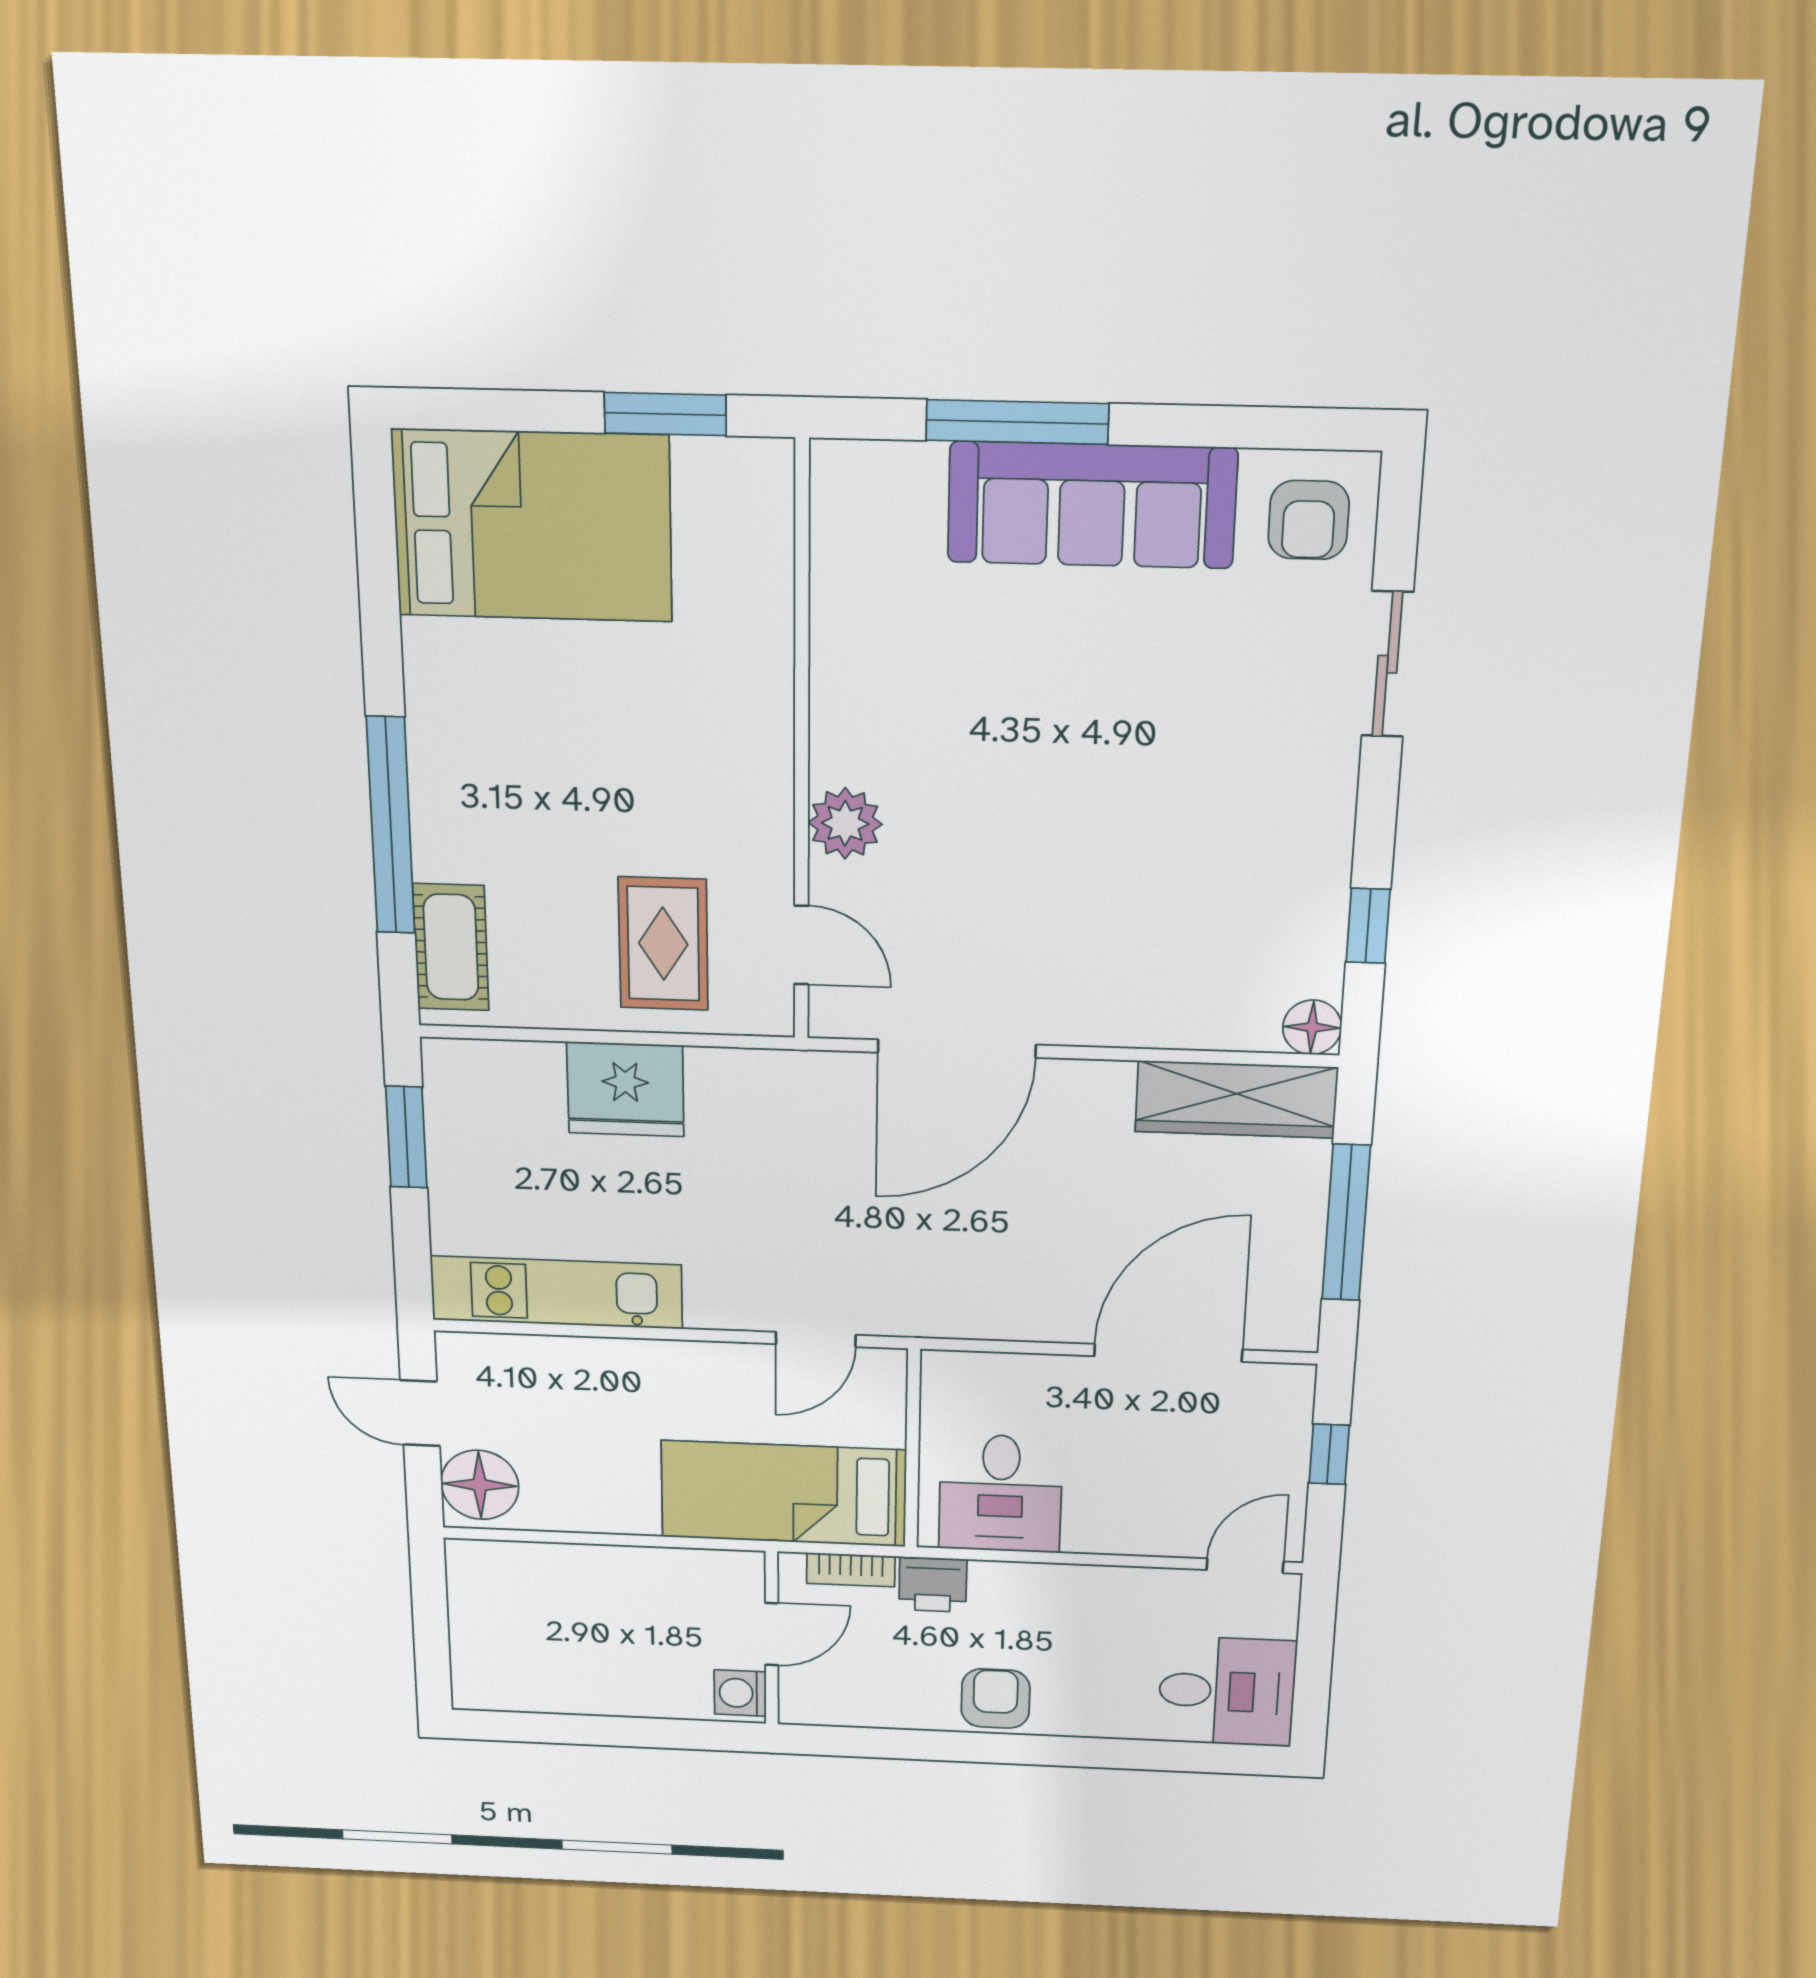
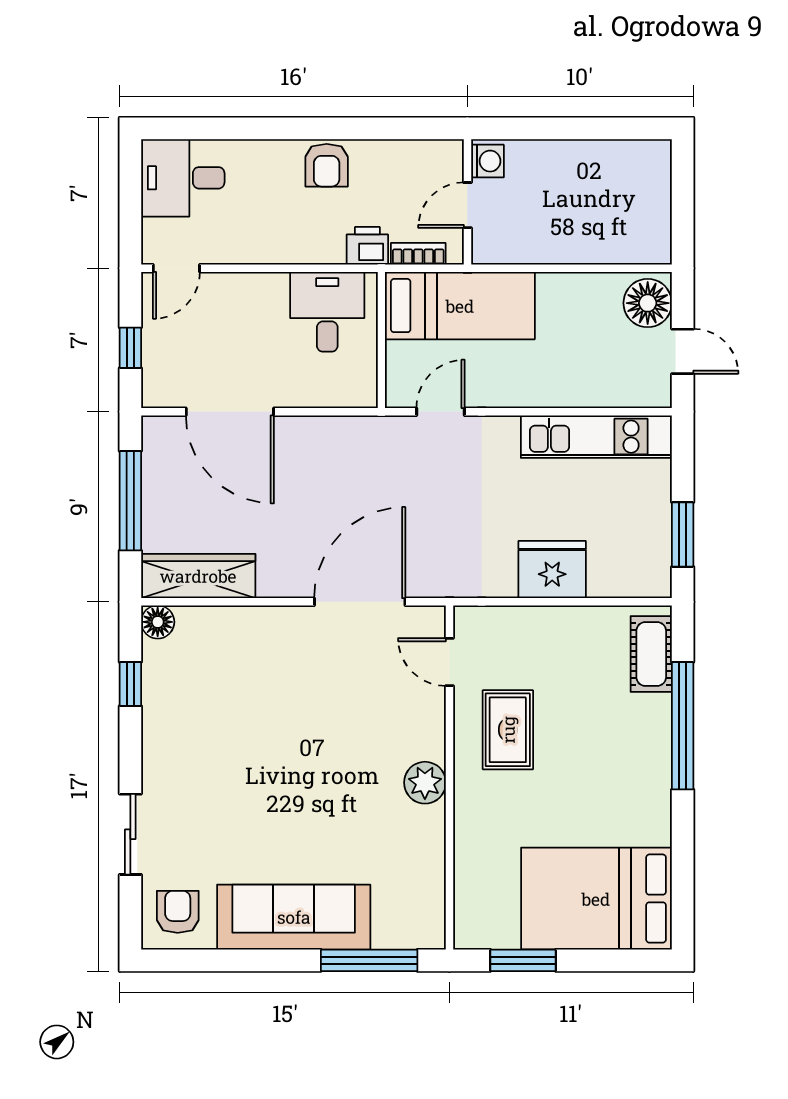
window: (1017, 422) -> (369, 960), moved
plant: (845, 823) -> (425, 783), moved
rug: (663, 944) -> (508, 730), moved
door: (1168, 1353) -> (230, 412), hinge flipped

